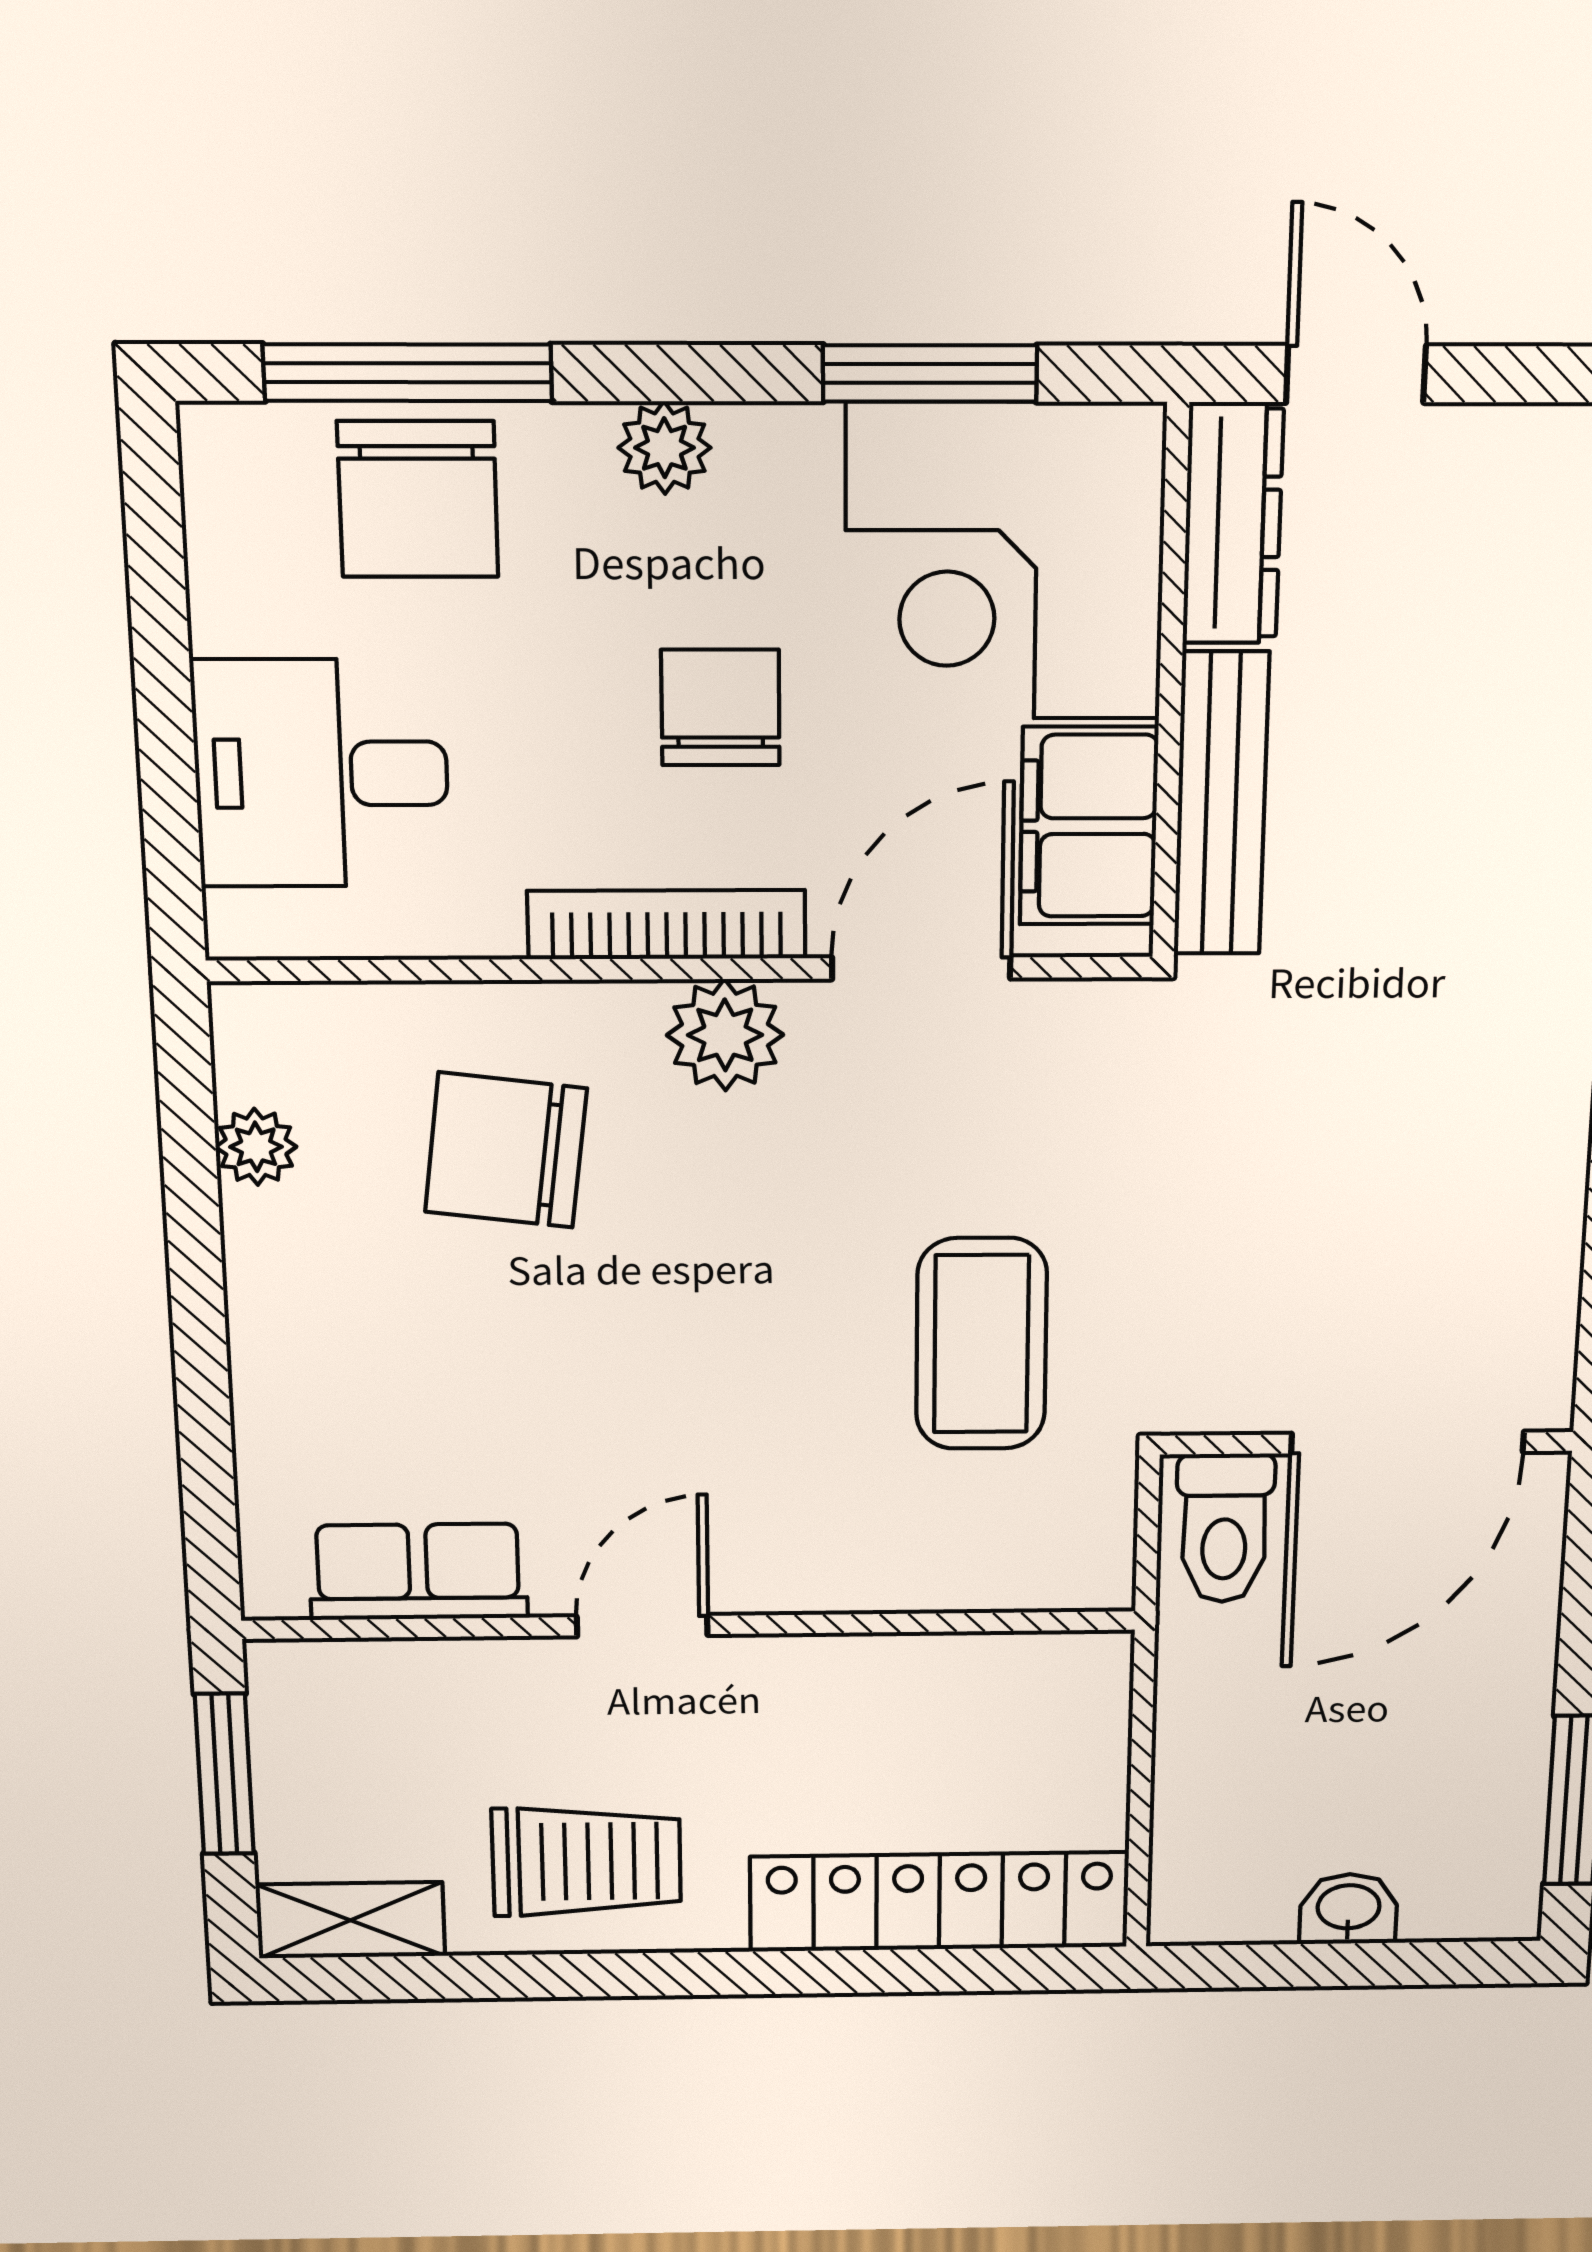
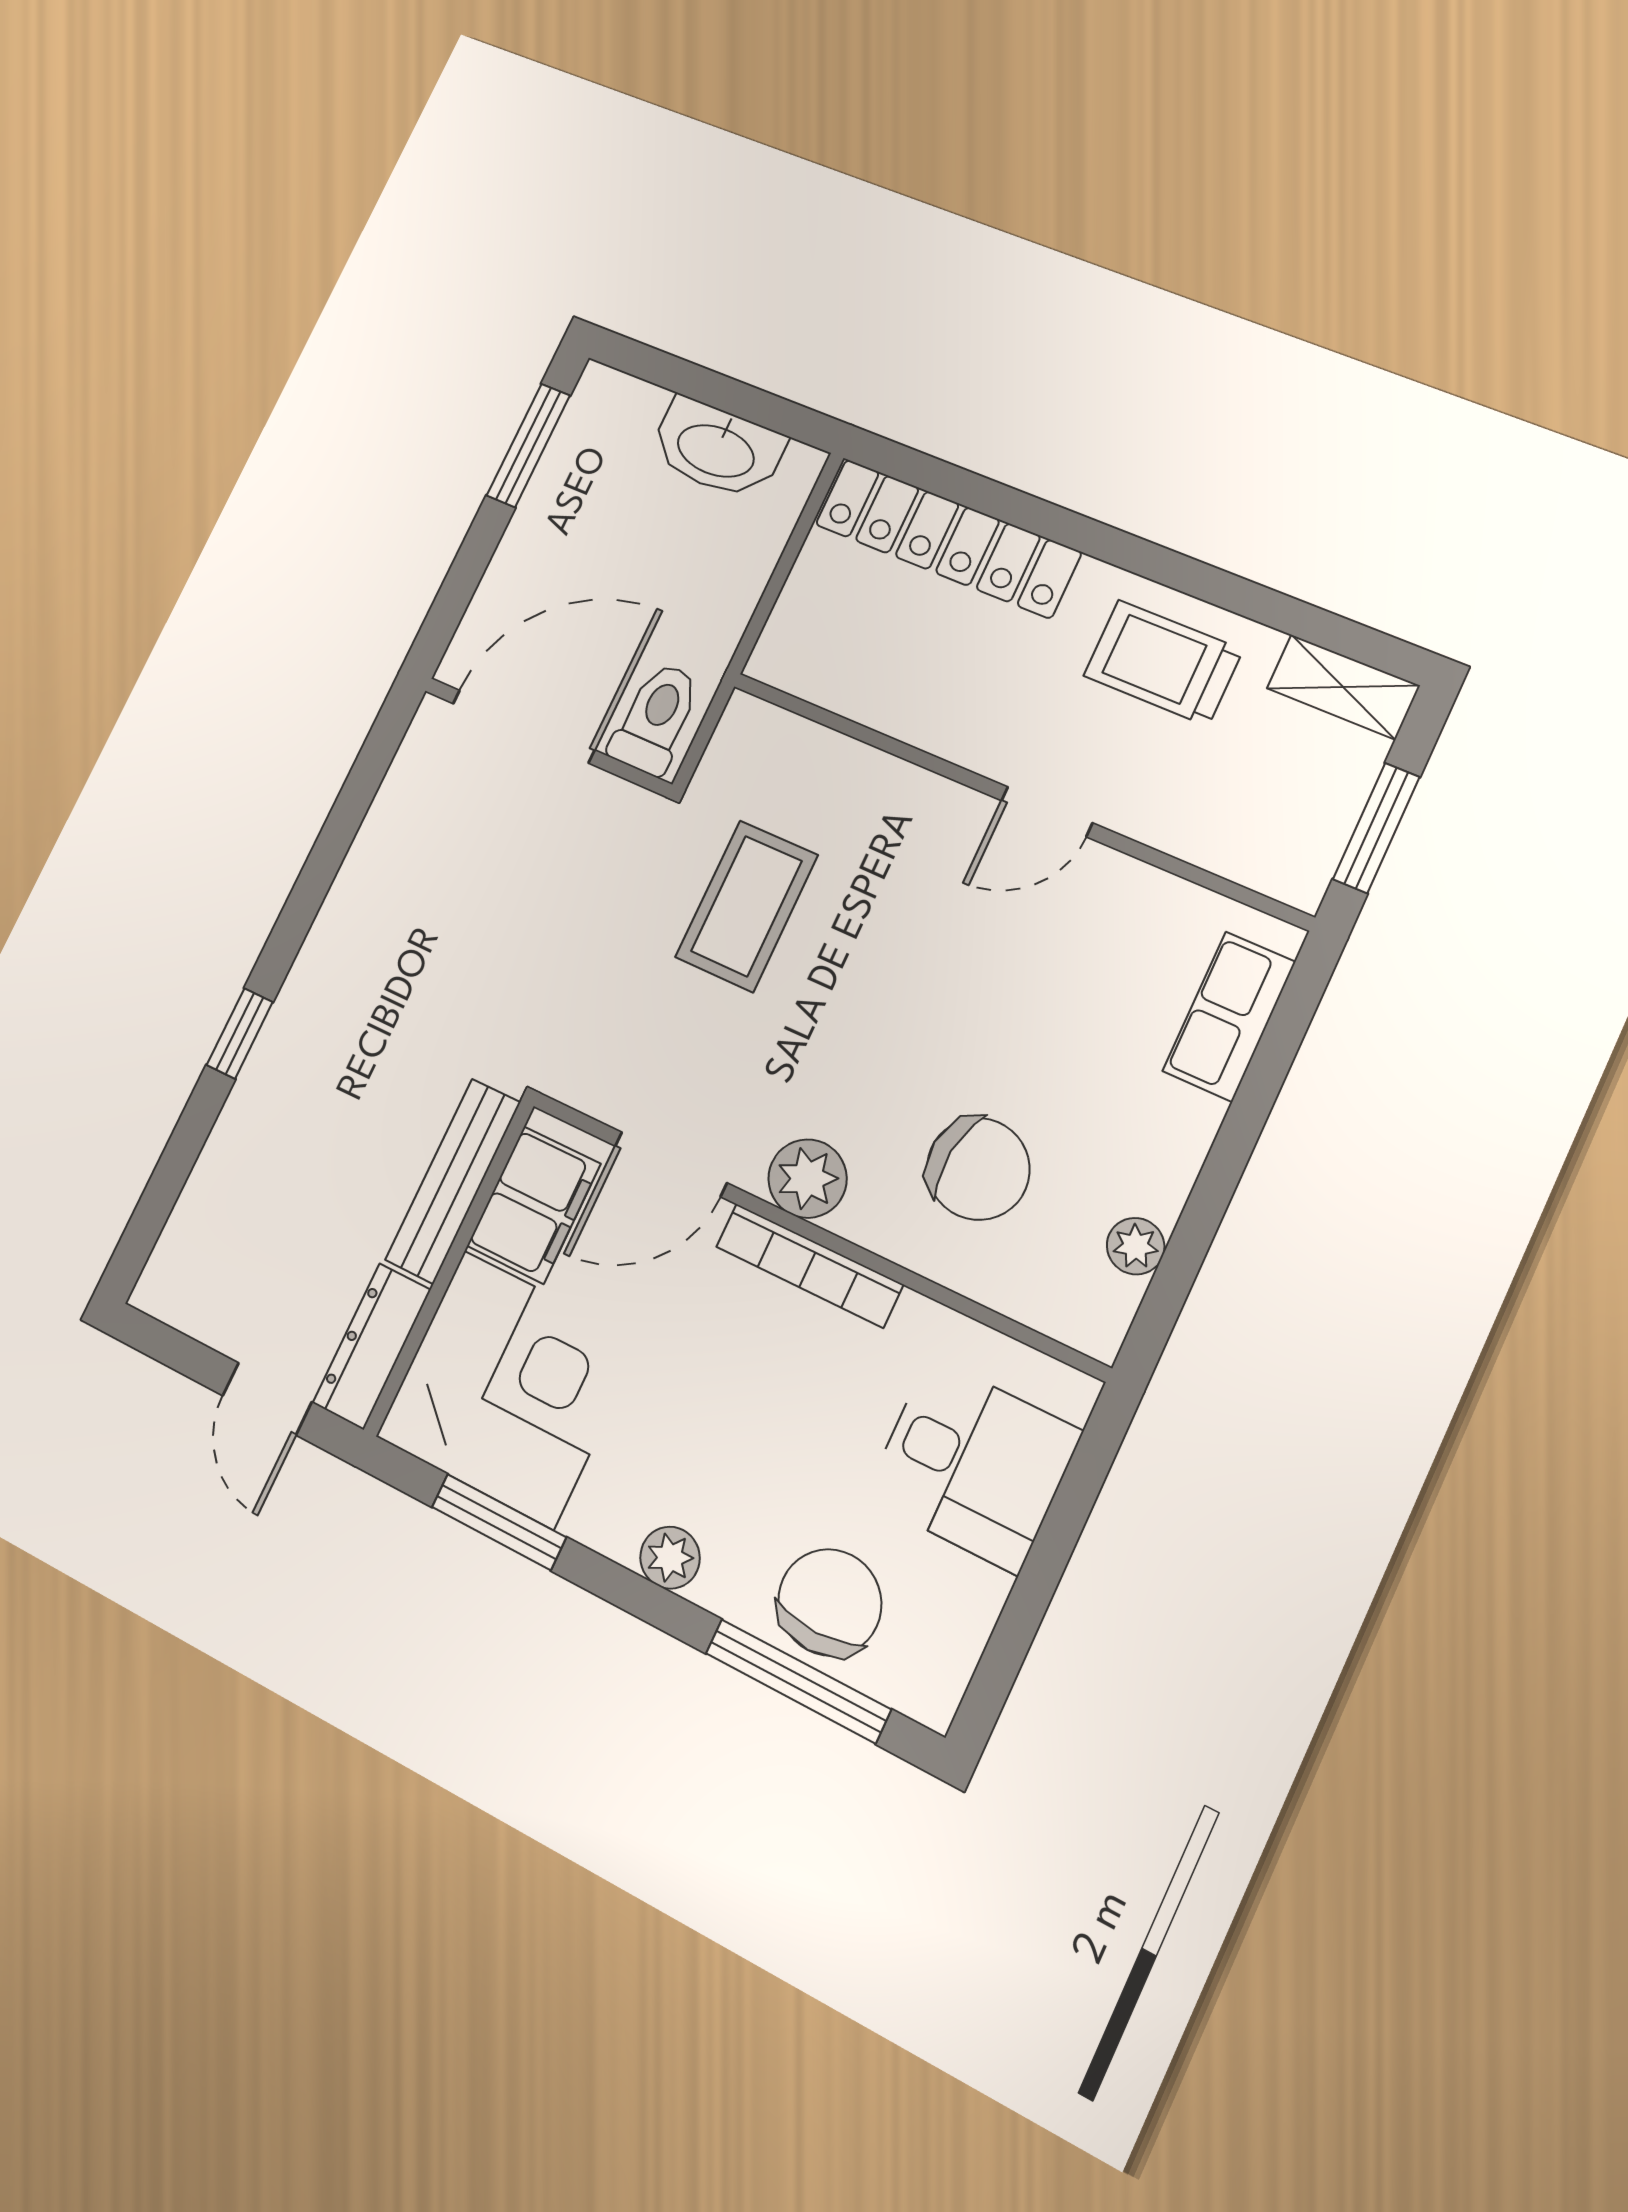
chair: (720, 708) -> (713, 1384), removed
row of seats: (418, 1572) -> (1229, 1016), moved, turned 90
washbasin: (1348, 1909) -> (717, 449), width x1.91, depth x1.45

